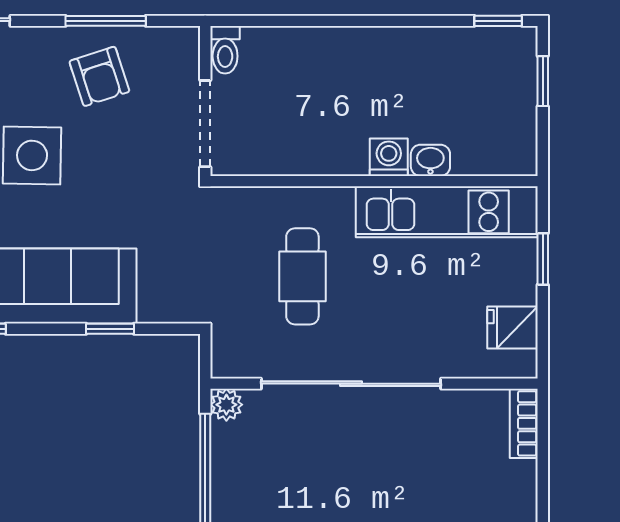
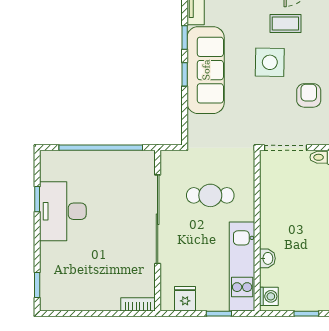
armchair: (99, 76) -> (309, 95), turned 108
washing machine: (389, 157) -> (269, 296), moved
window: (110, 329) -> (185, 74), moved
plant: (226, 405) -> (147, 158), removed

